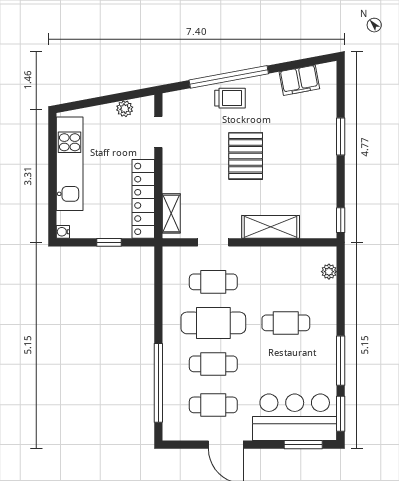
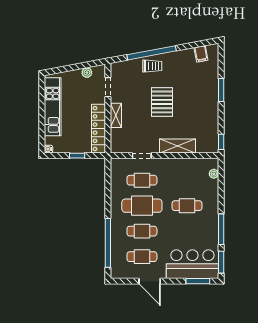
filing cabinet: (299, 80) -> (201, 54), width x0.50
shelving: (171, 213) -> (116, 115), moved

